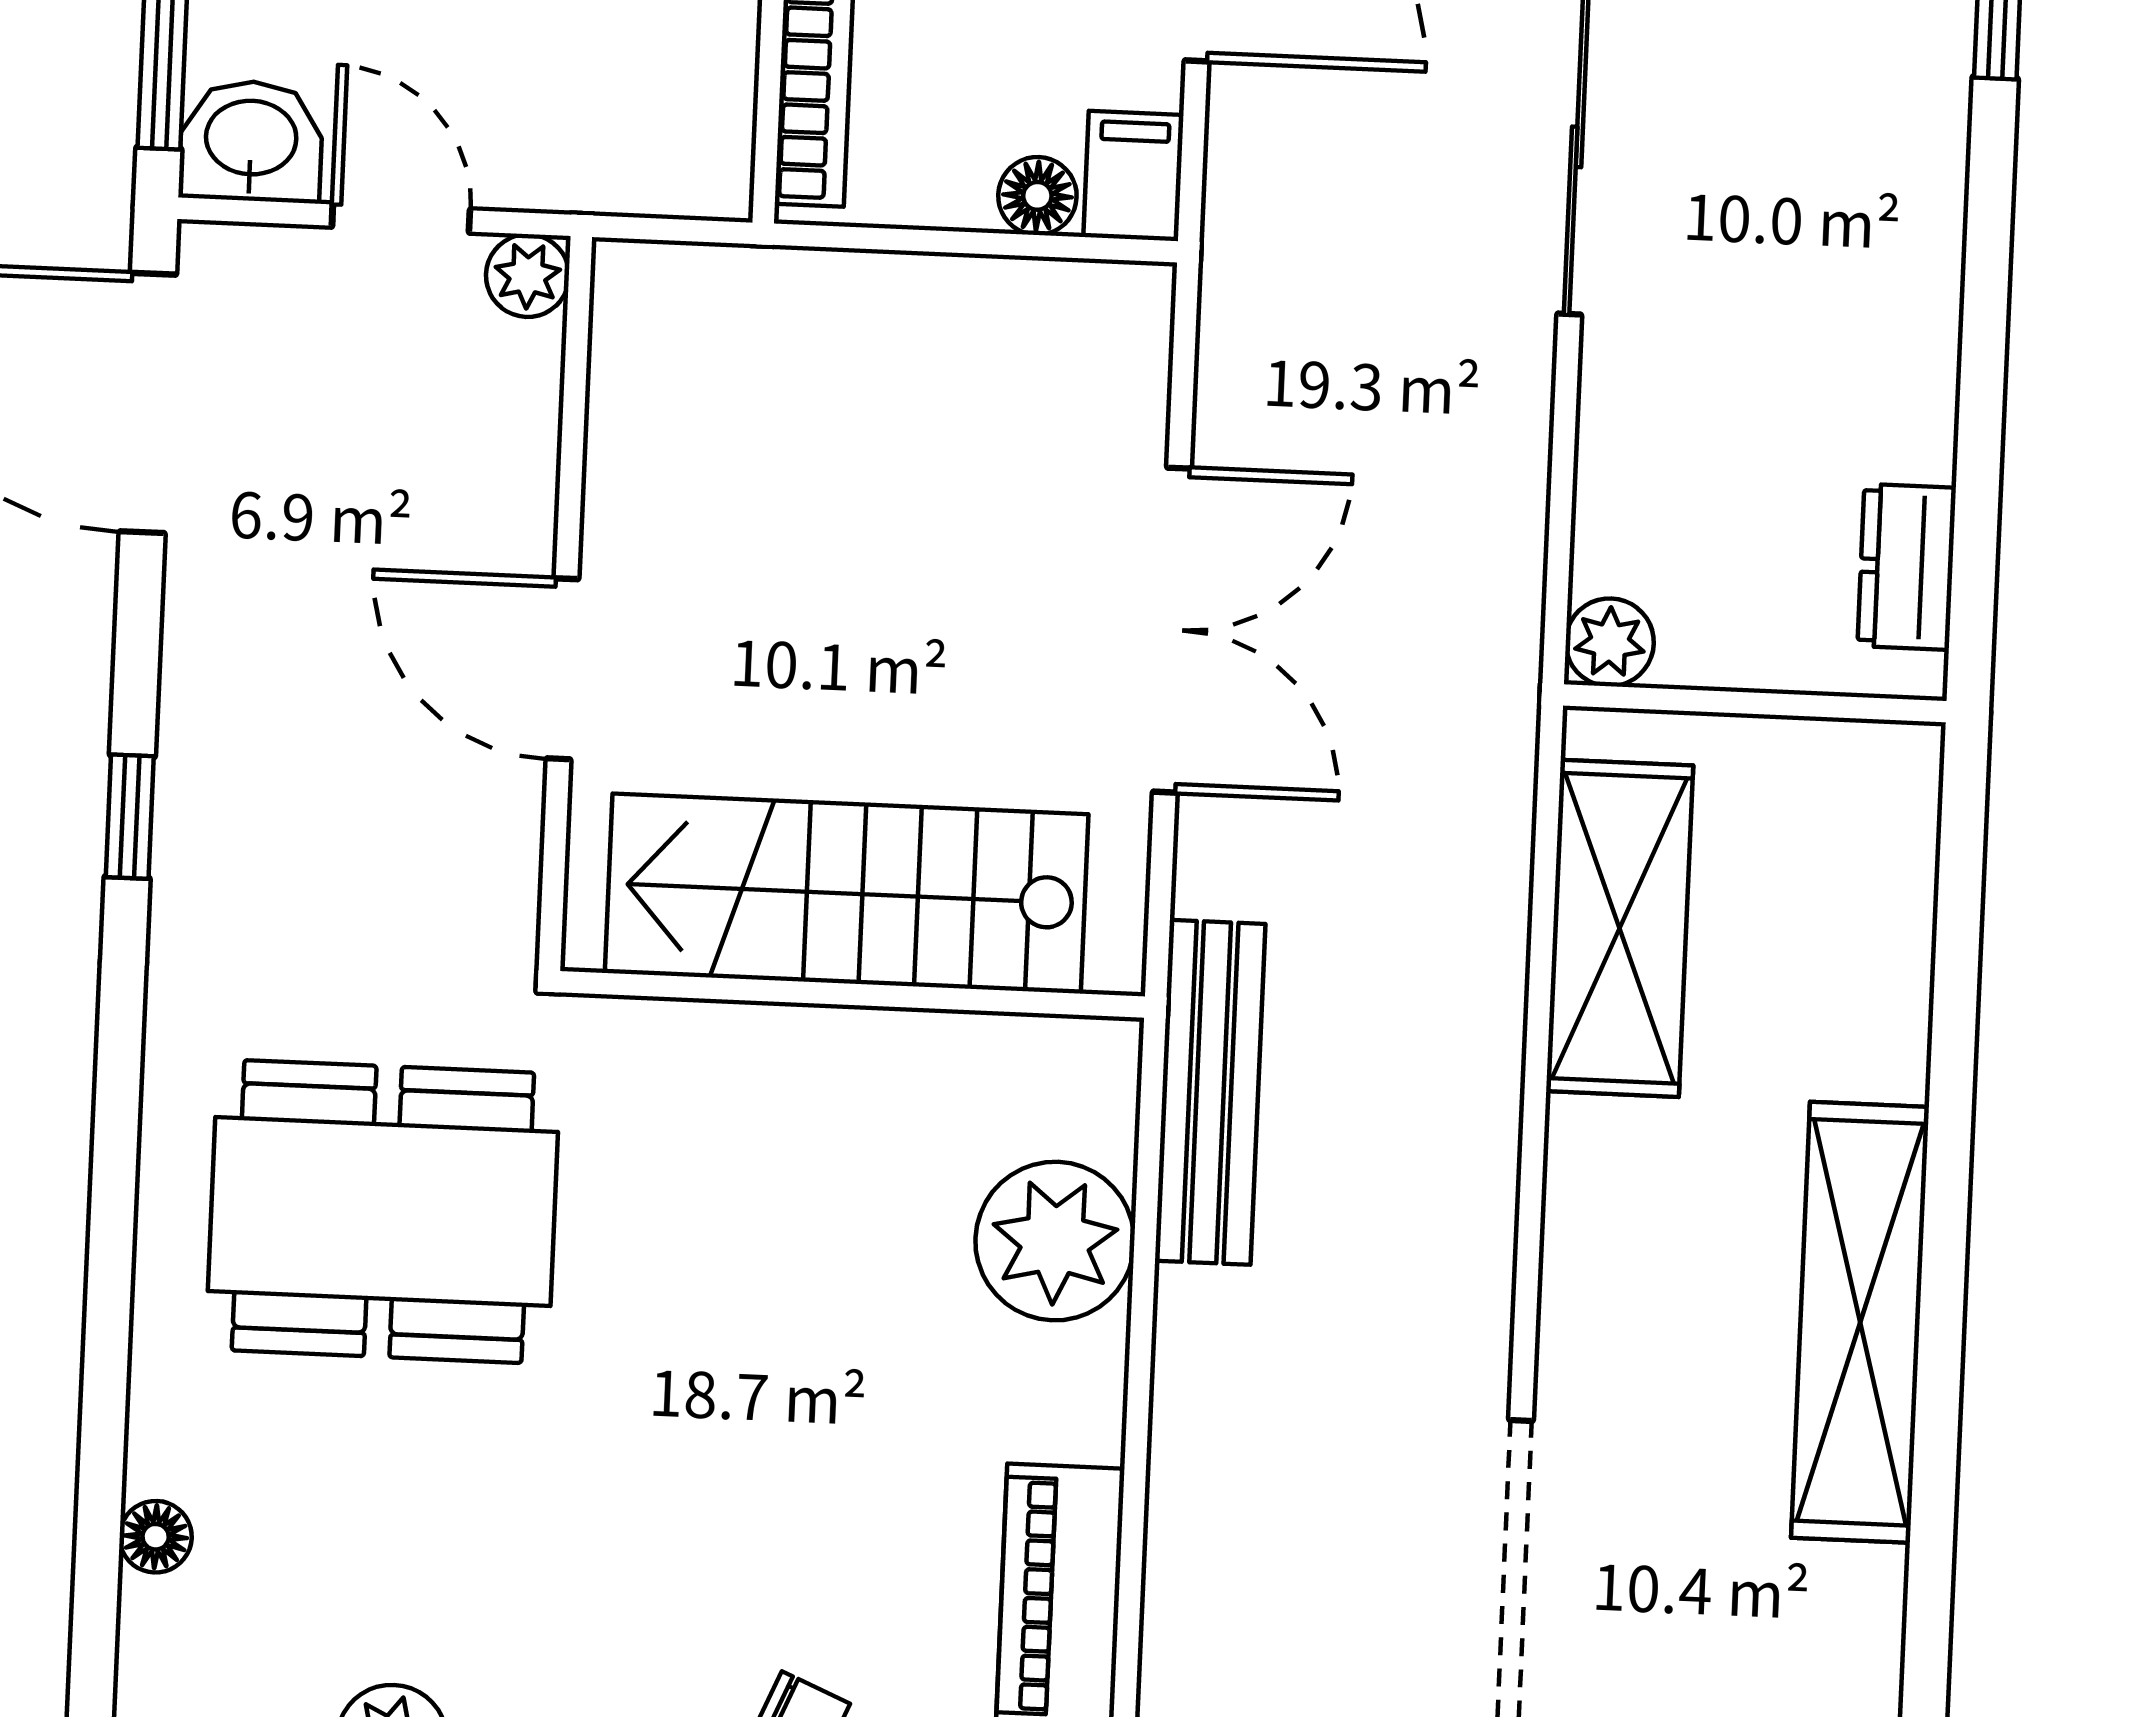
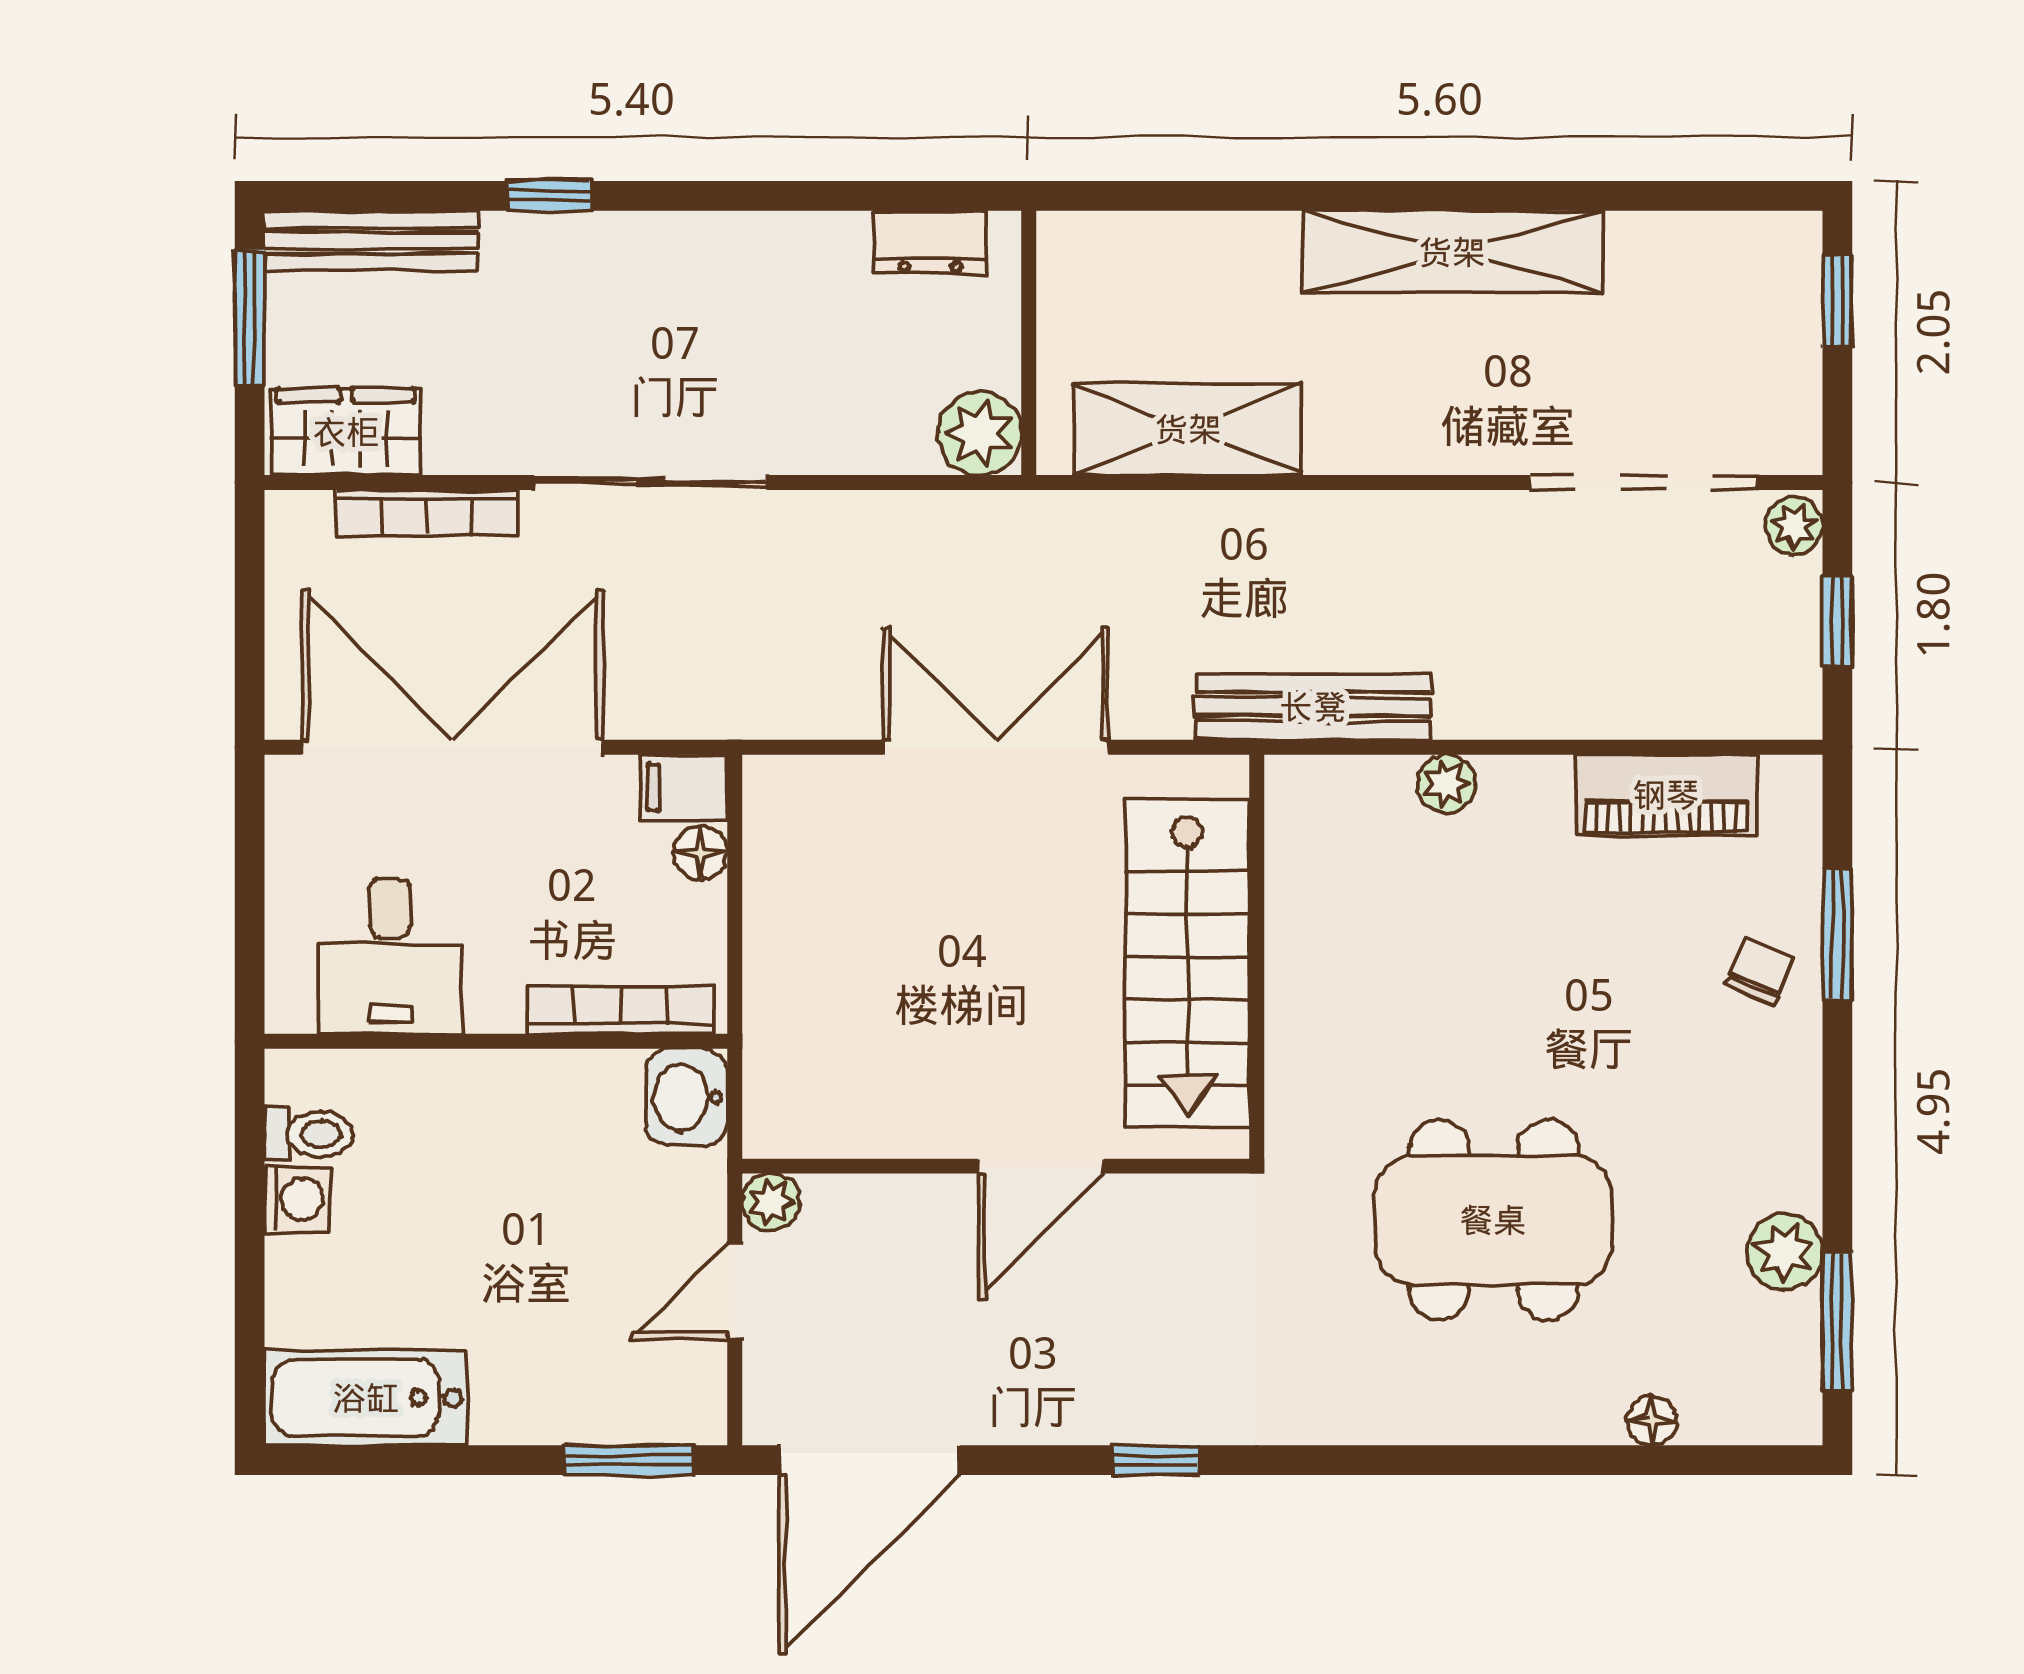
washbasin: (251, 141) -> (686, 1097), moved
plant: (1610, 642) -> (980, 433), width x1.38, depth x1.38
dining table: (383, 1212) -> (1493, 1220), moved, turned 90
plant: (1055, 1241) -> (1446, 784), width x0.53, depth x0.53

